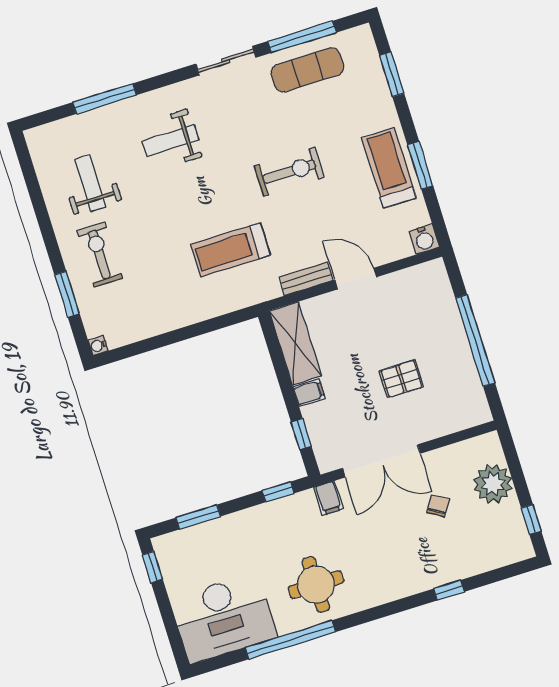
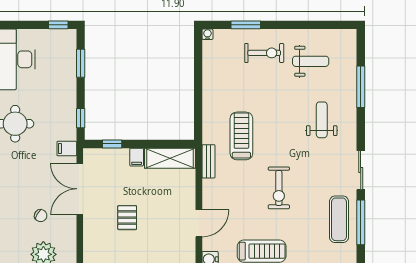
bench: (306, 279) -> (209, 161), moved
door: (356, 279) -> (199, 223), moved

